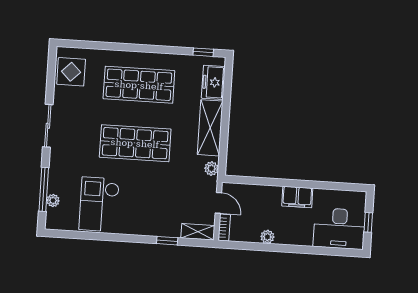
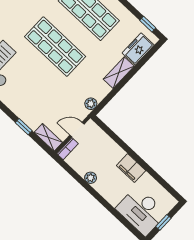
shelving: (210, 128) -> (119, 73), width x0.67, depth x0.75
door: (218, 203) -> (77, 130), swing flipped

